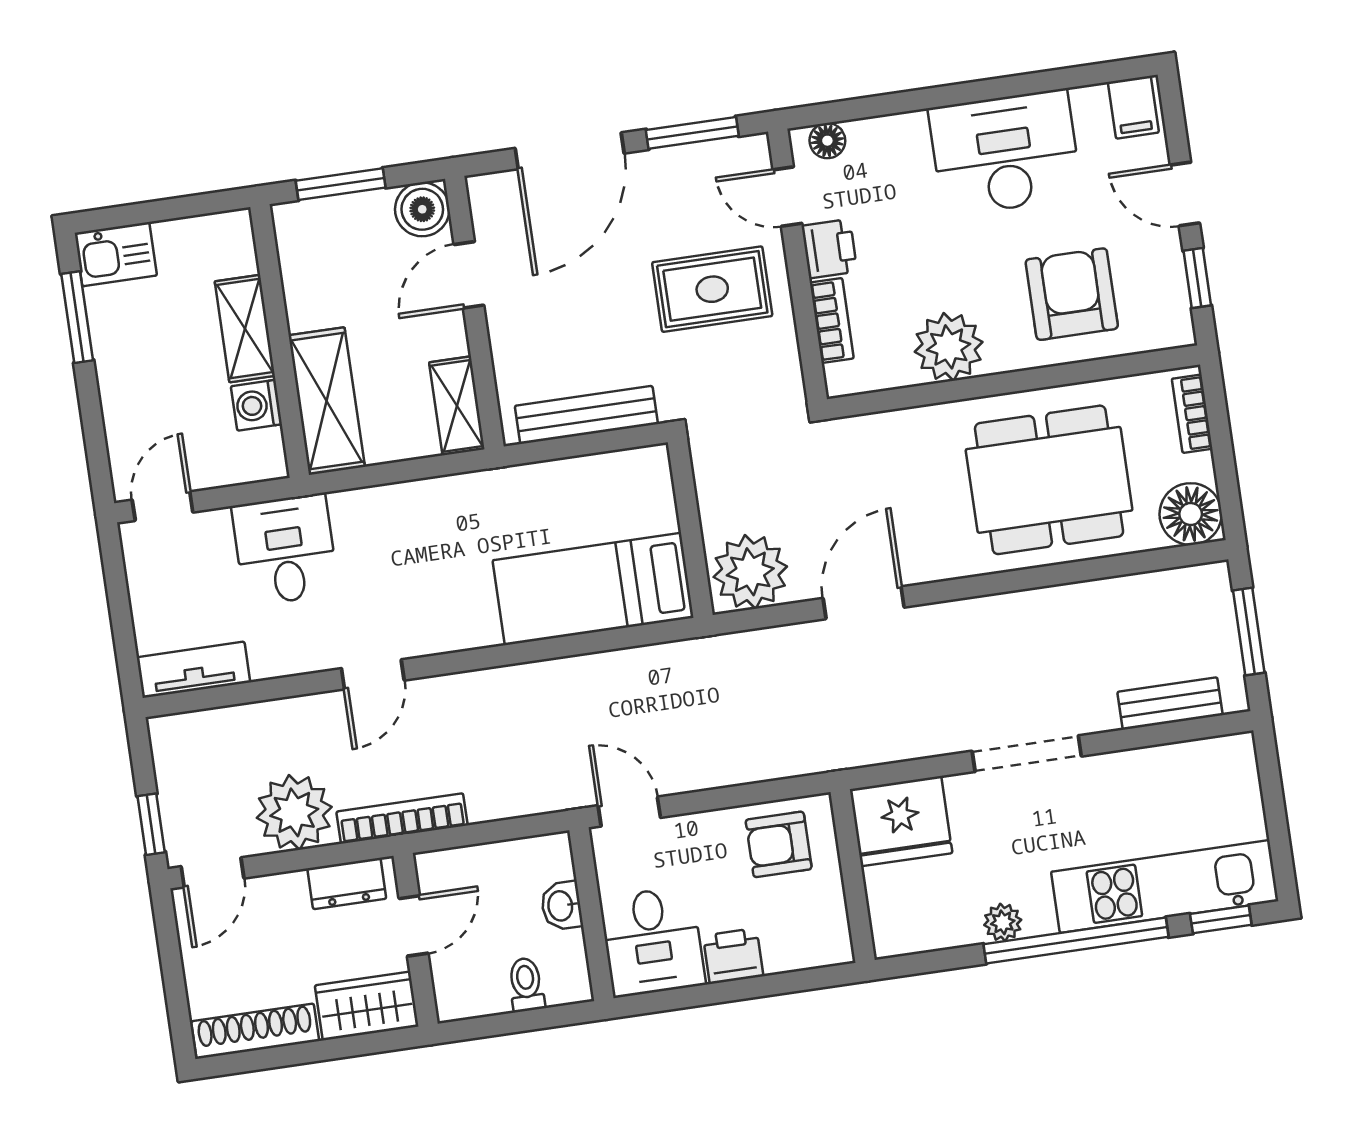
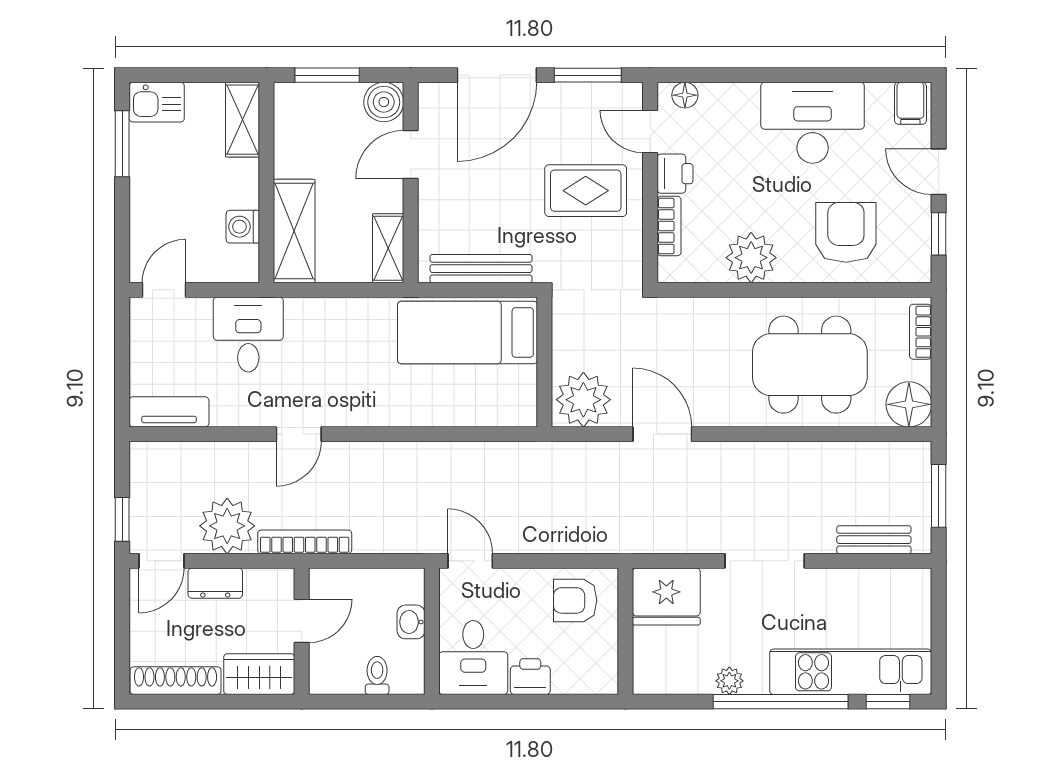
shelving: (245, 329) -> (242, 120), moved
bed: (593, 589) -> (468, 332), moved
door: (864, 603) -> (662, 434), hinge flipped
dresser: (347, 883) -> (215, 583), moved

